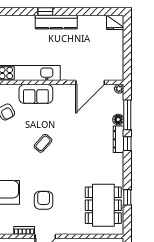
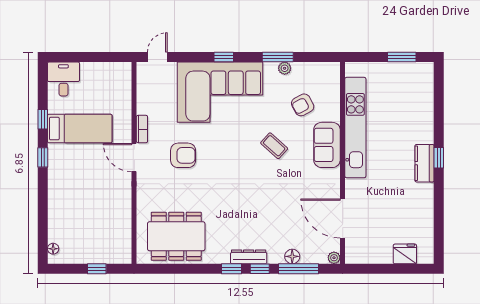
kitchen counter: (56, 22) -> (424, 163), width x0.67
fridge: (115, 22) -> (405, 254), moved, turned 90
dresser: (118, 139) -> (249, 257), moved
coffee table: (43, 143) -> (274, 146), moved
window: (127, 197) -> (231, 269), moved

